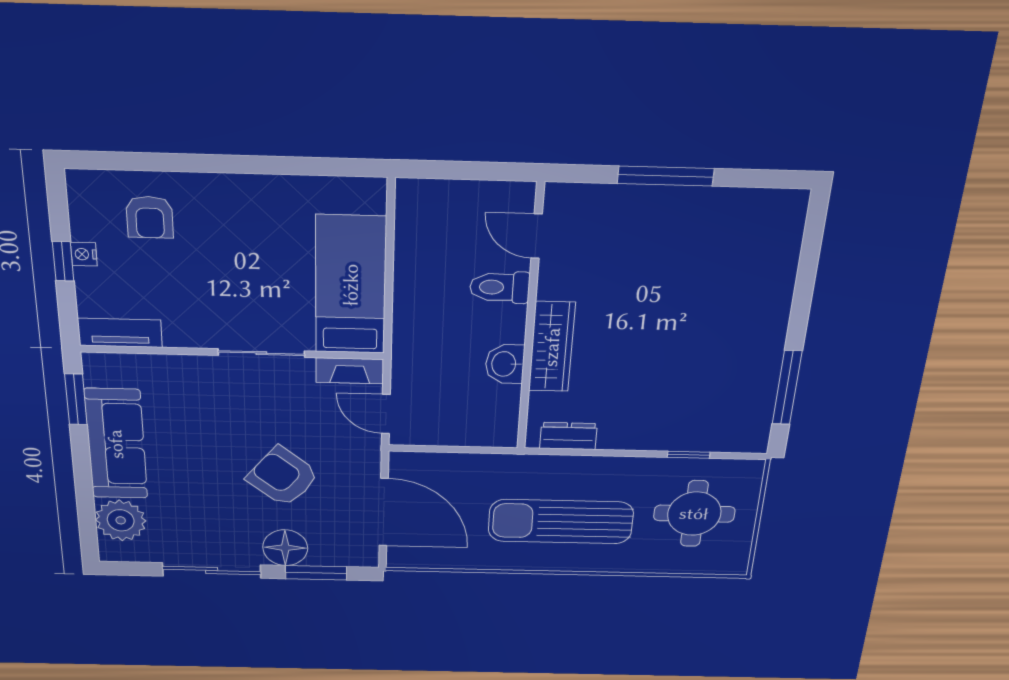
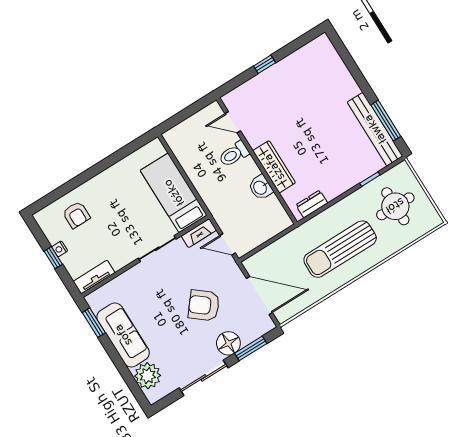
window: (666, 176) -> (265, 64), width x0.46
bench: (759, 390) -> (375, 129), added

